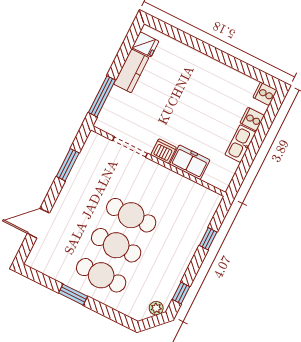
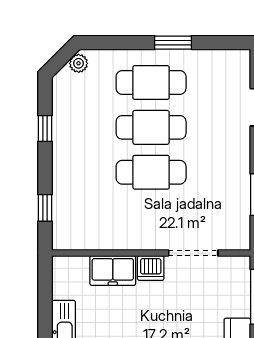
window: (208, 239) -> (45, 208), moved
window: (181, 293) -> (45, 129), moved
plant: (156, 308) -> (79, 63), moved

